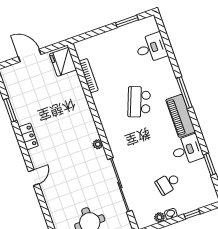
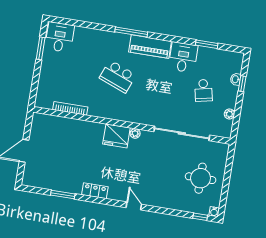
desk: (151, 48) -> (60, 37), moved
fridge: (63, 62) -> (116, 136), moved
washbasin: (171, 214) -> (236, 79), moved

